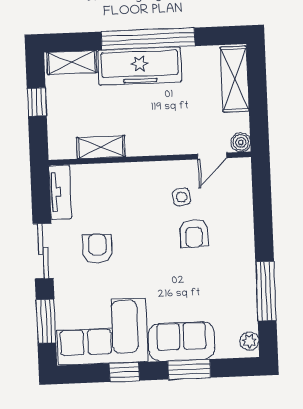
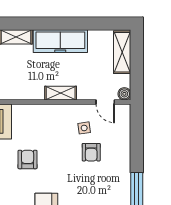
window: (148, 39) -> (67, 23), removed
shelving: (101, 147) -> (61, 93), moved
door: (212, 156) -> (105, 102), hinge flipped

